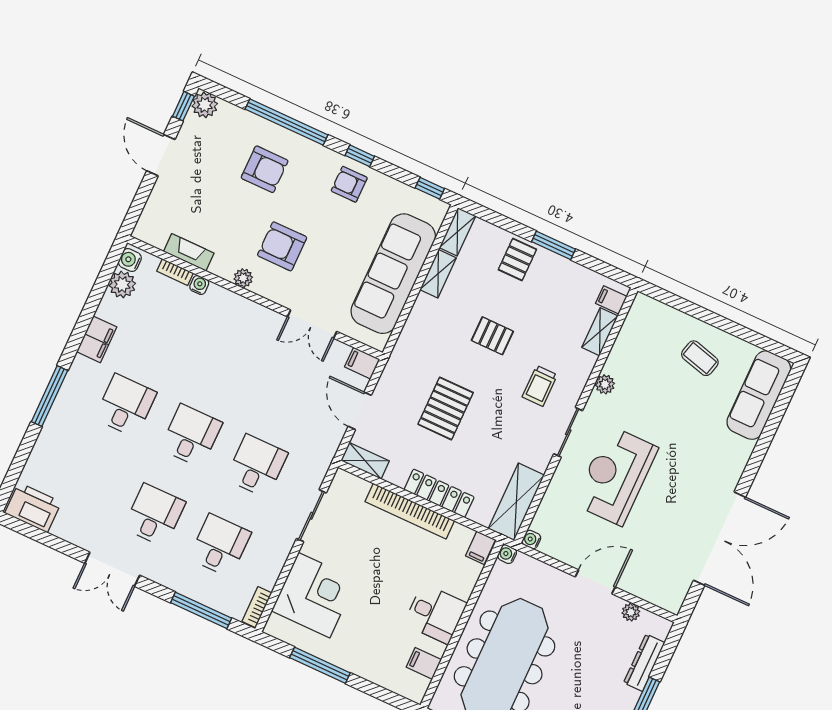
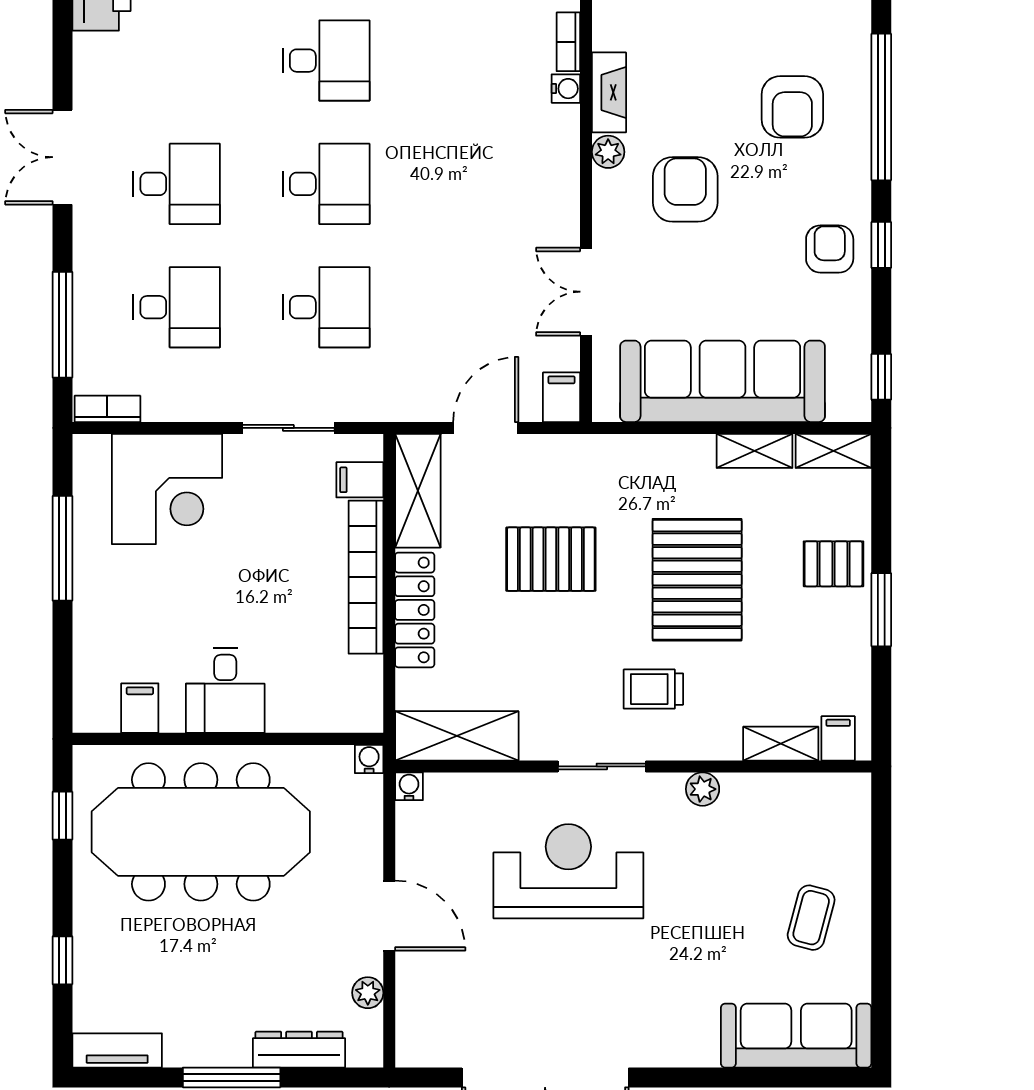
fireplace: (189, 252) -> (609, 92), moved
pallet: (492, 336) -> (697, 580), width x2.05, depth x2.00
shelving: (365, 461) -> (418, 491), width x1.50, depth x1.33
filing cabinet: (481, 548) -> (360, 480), moved

